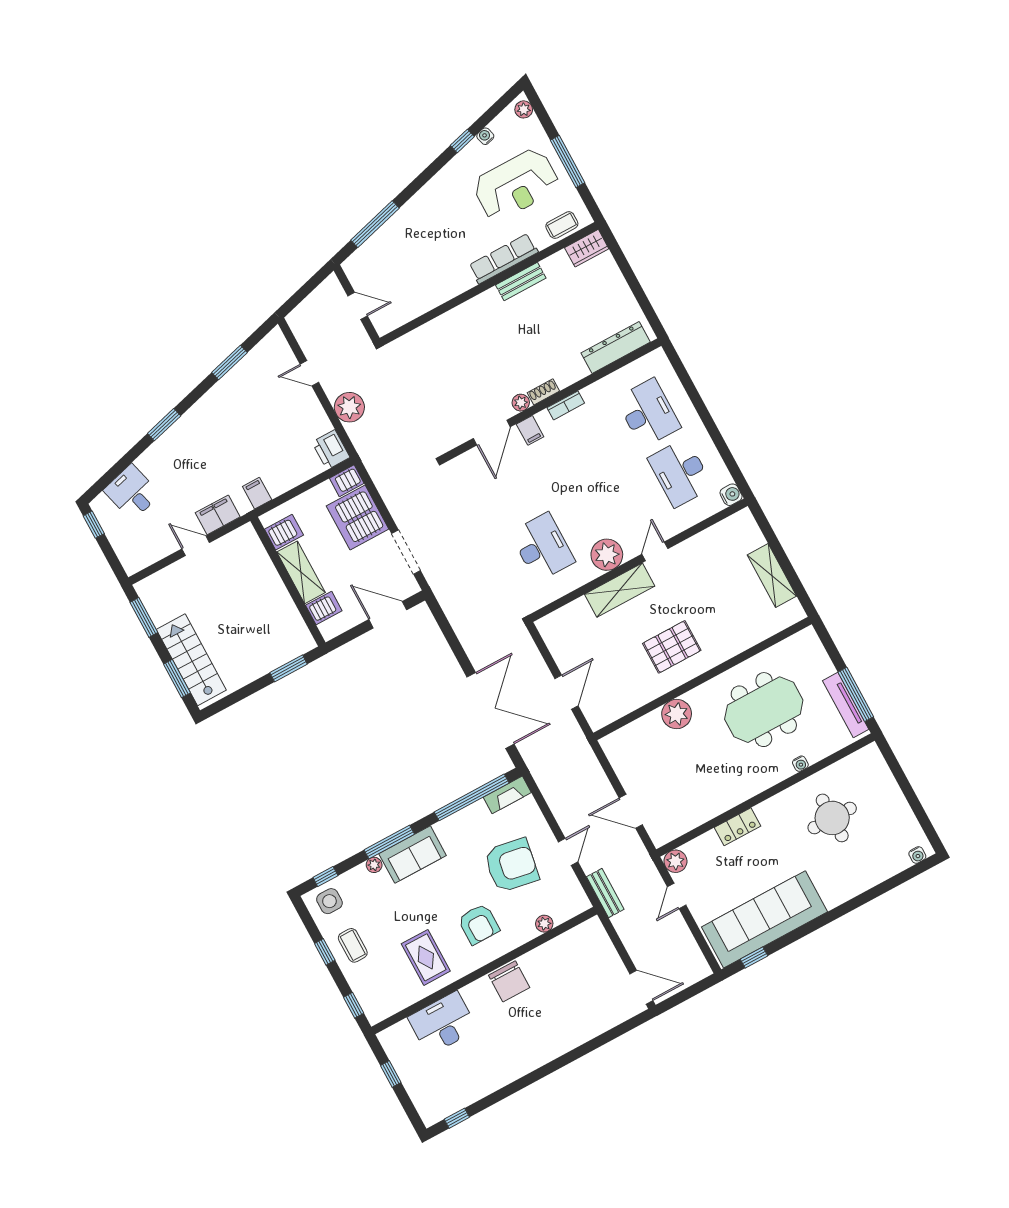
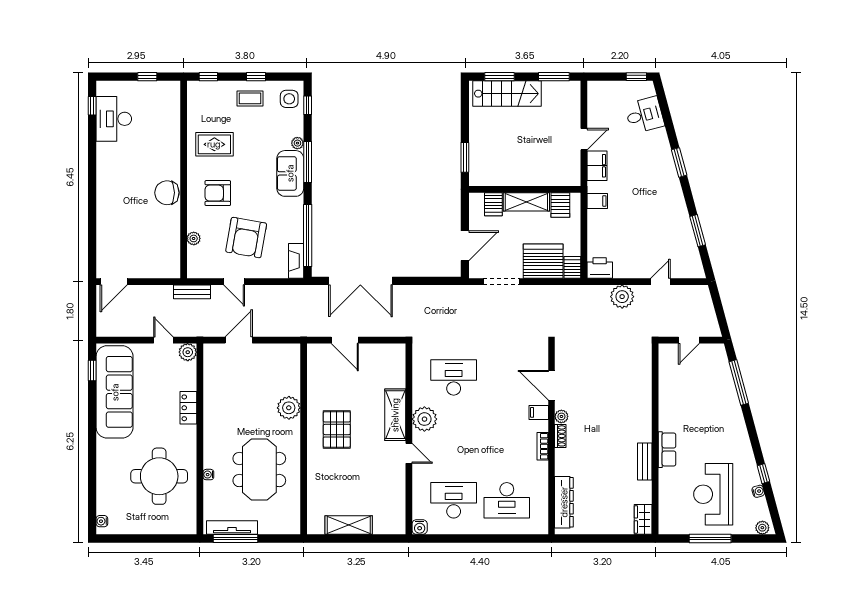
coffee table: (562, 225) -> (668, 511), removed
row of seats: (503, 259) -> (667, 450), width x0.68
desk: (542, 547) -> (454, 377), turned 180
round table: (832, 818) -> (159, 476), width x1.36, depth x1.36
desk: (443, 1023) -> (114, 119), moved, turned 180

